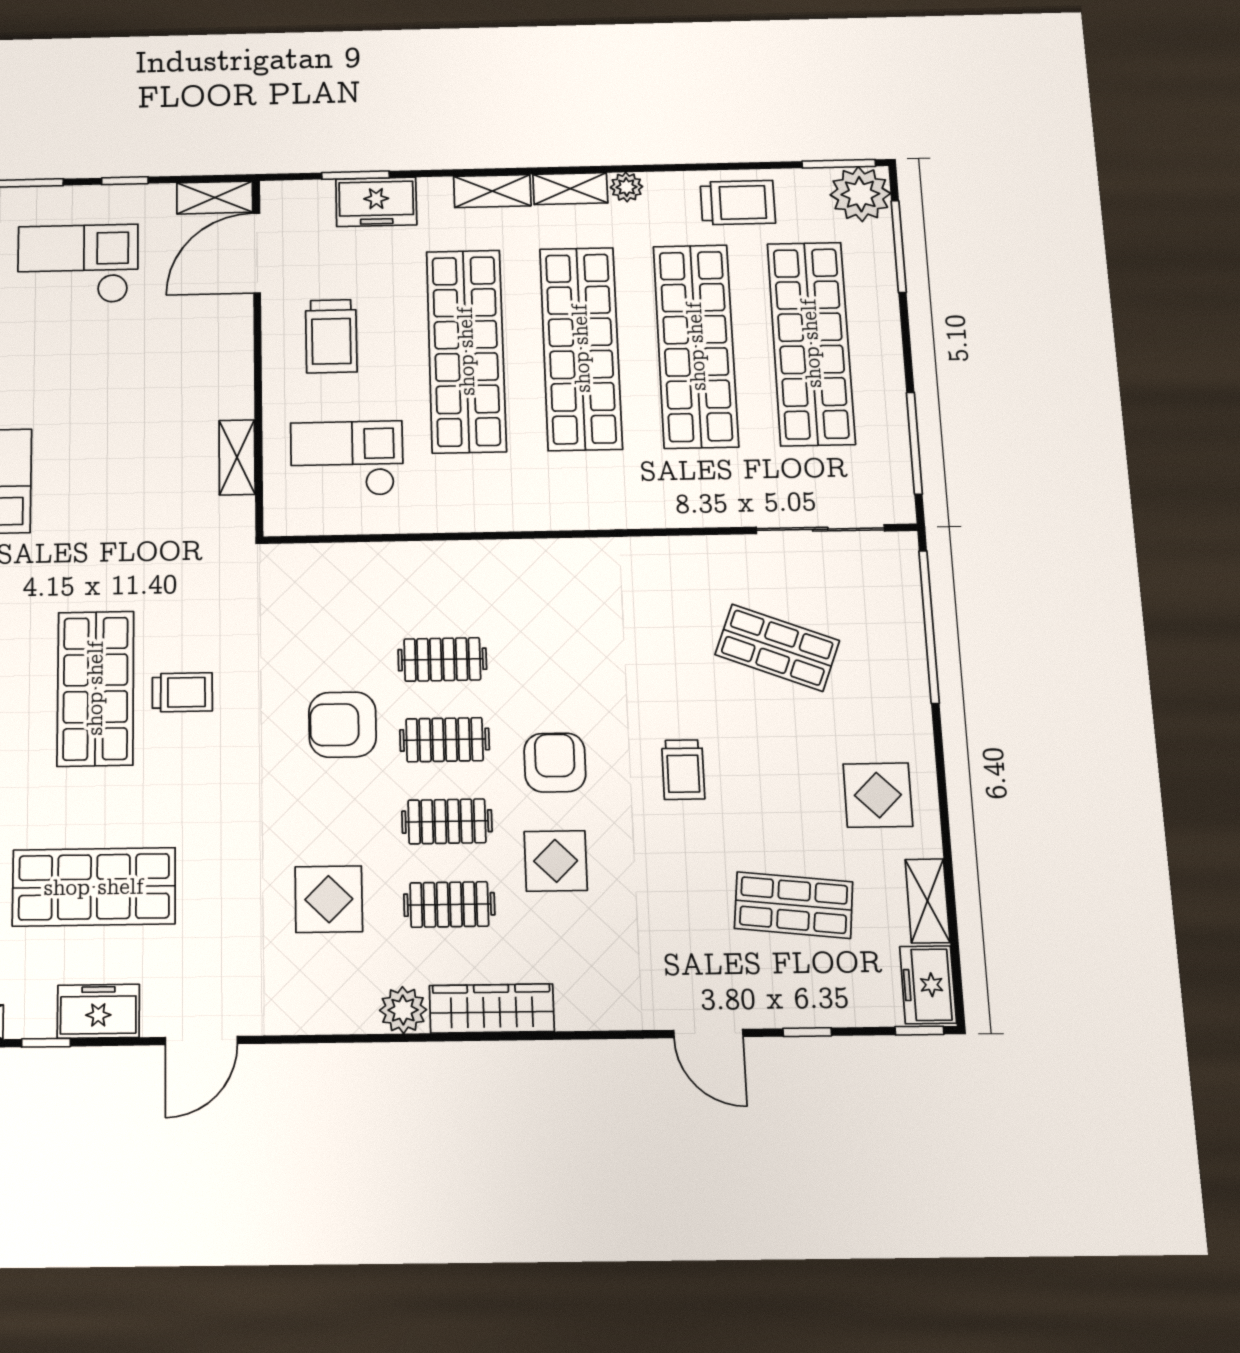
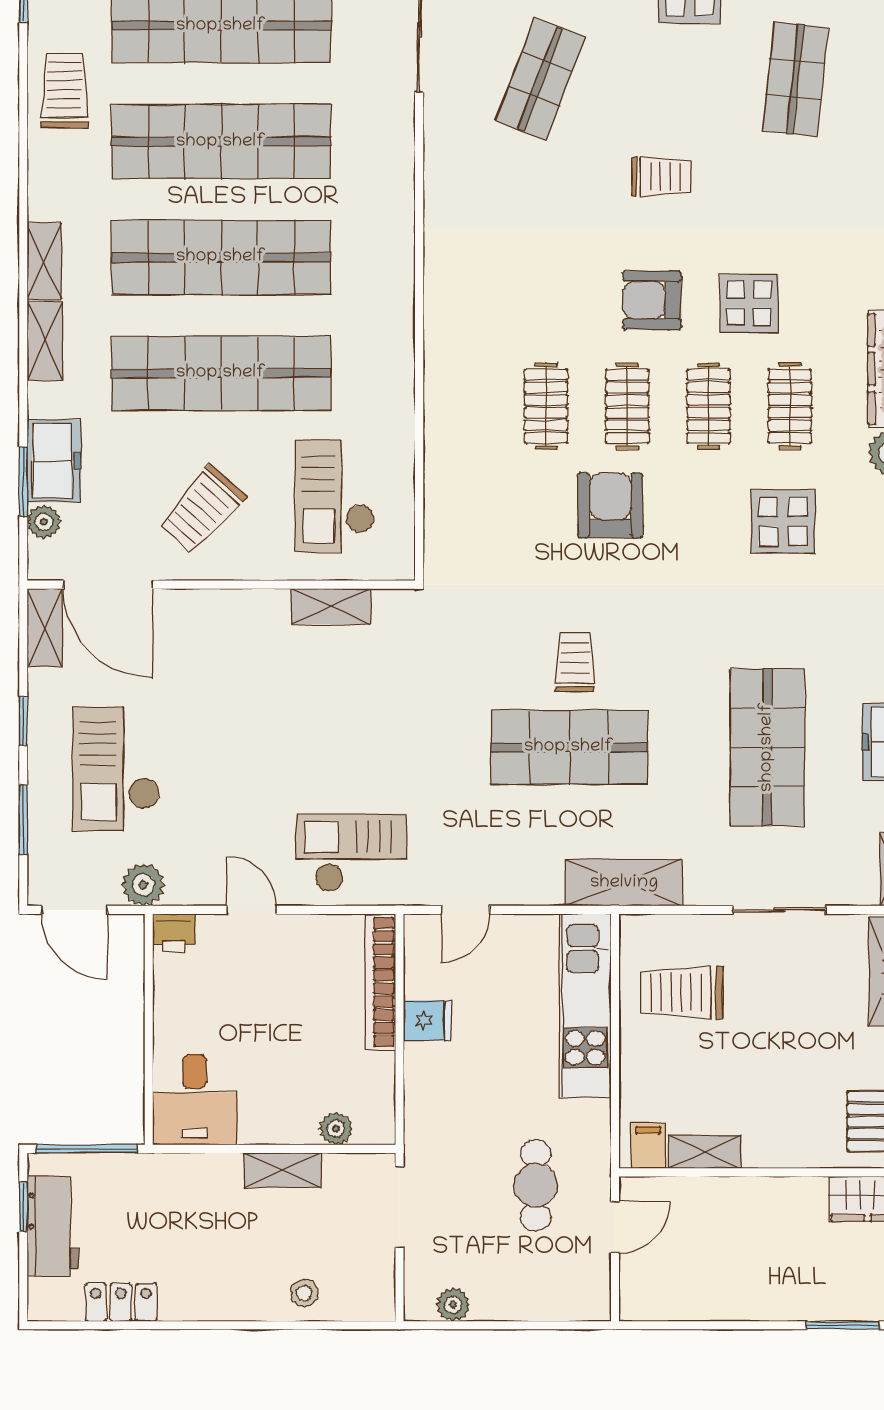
plant: (626, 187) -> (44, 522), moved
trolley: (331, 336) -> (202, 510), turned 132
armchair: (342, 725) -> (610, 505), turned 180

